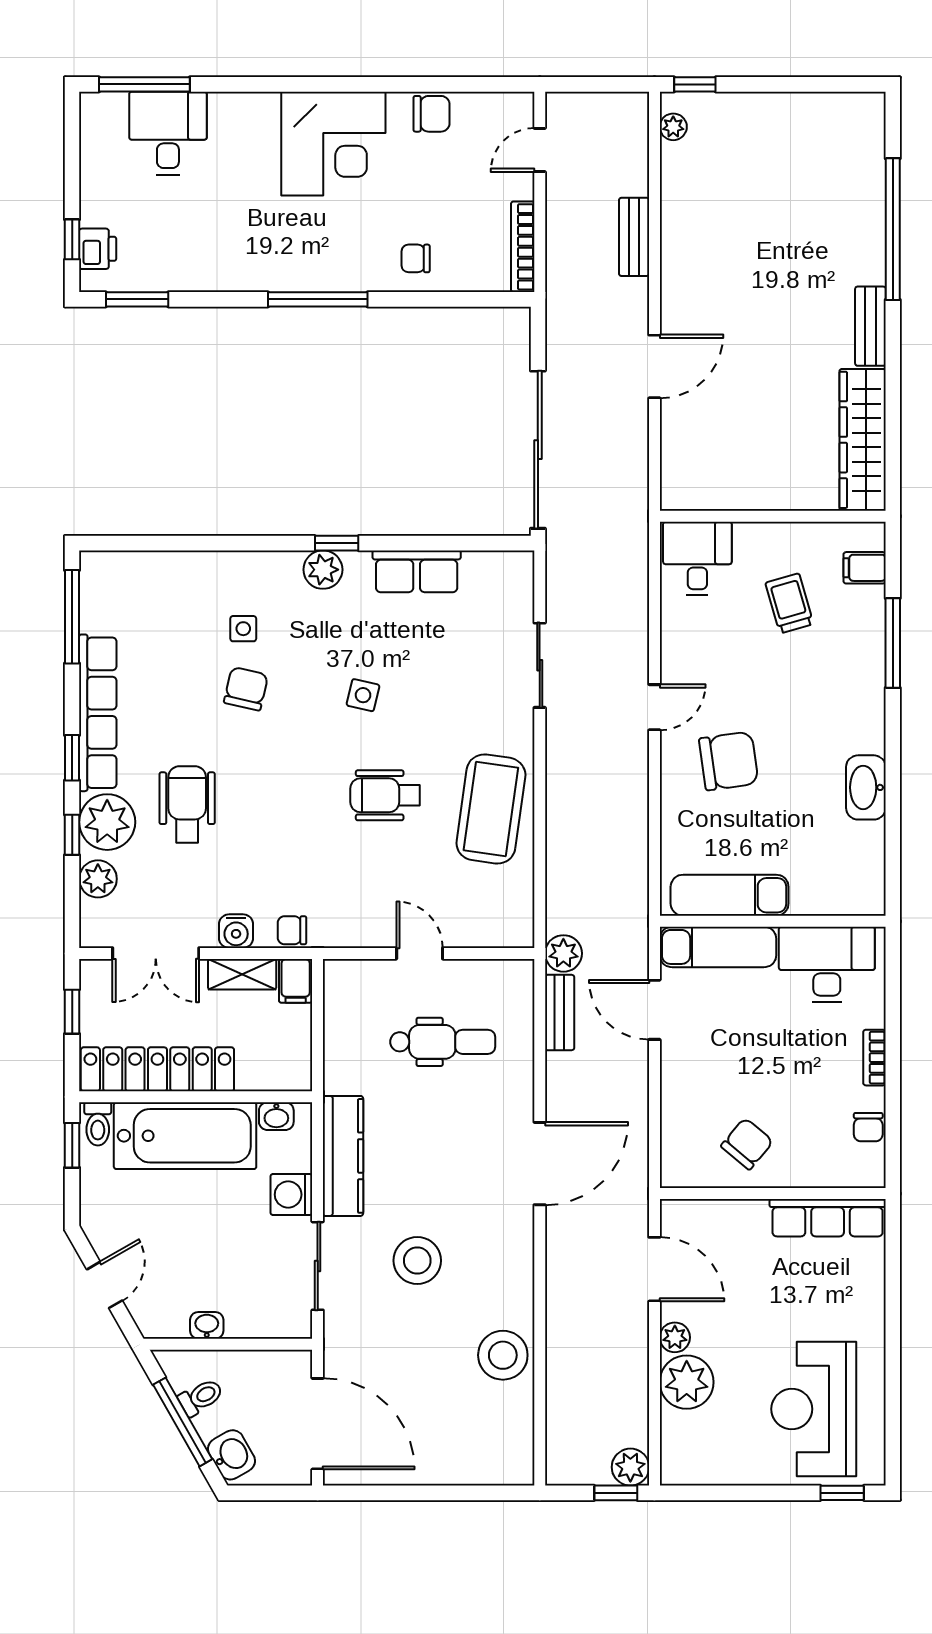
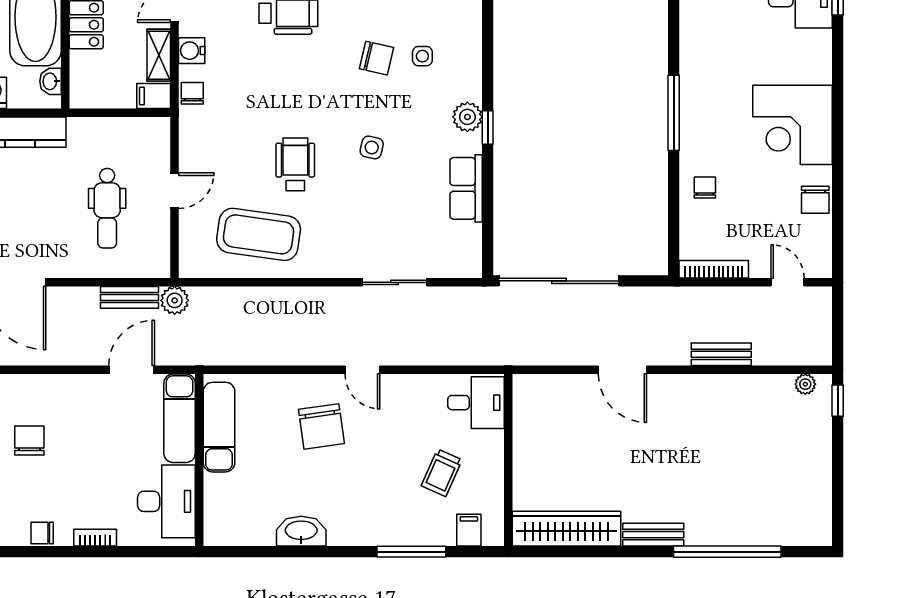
trolley: (789, 603) -> (442, 473), turned 130
coffee table: (491, 809) -> (259, 234), moved
chair: (747, 1144) -> (29, 441), turned -130

